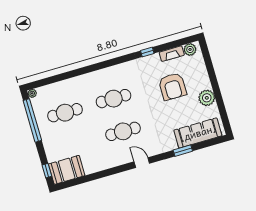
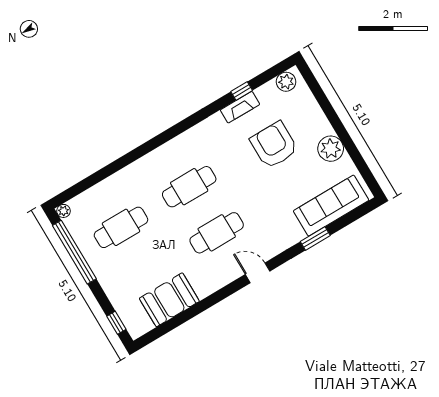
window: (147, 52) -> (242, 91), moved
fireplace: (172, 54) -> (240, 107), moved
armchair: (172, 86) -> (274, 145), turned 180
booth: (67, 170) -> (169, 300), moved

